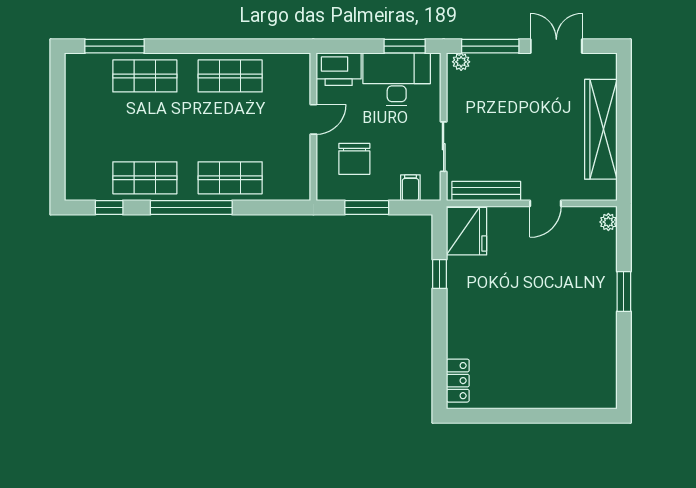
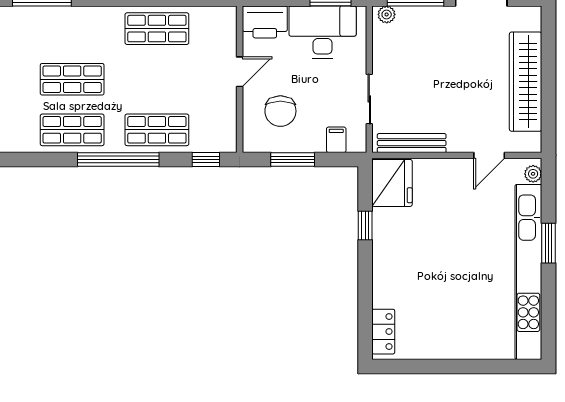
shop shelf: (145, 76) -> (72, 79), moved
door: (546, 203) -> (489, 155), moved
window: (109, 208) -> (206, 160), moved
kitchen unit: (604, 321) -> (528, 272), added

